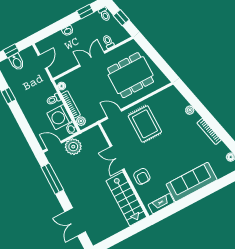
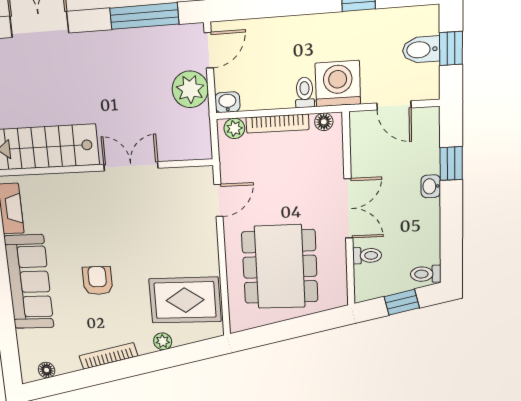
window: (85, 12) -> (451, 163), moved
washing machine: (60, 117) -> (338, 84), moved
rug: (145, 124) -> (185, 300), moved
armchair: (142, 176) -> (97, 281), moved, turned 90

